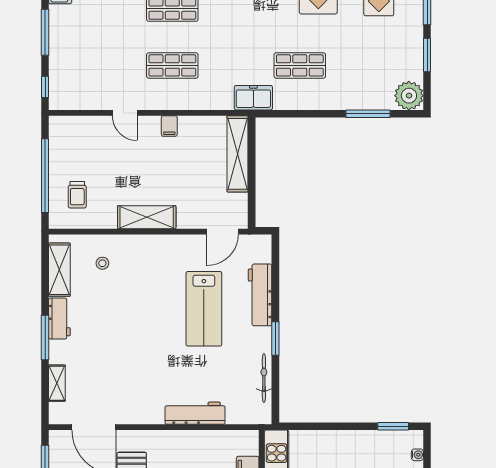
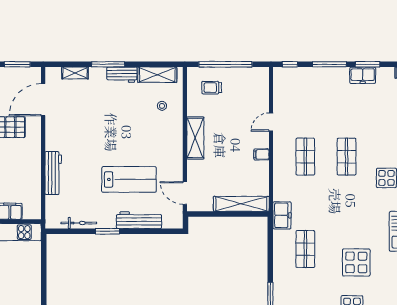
lab bench: (204, 309) -> (129, 179), turned 180

